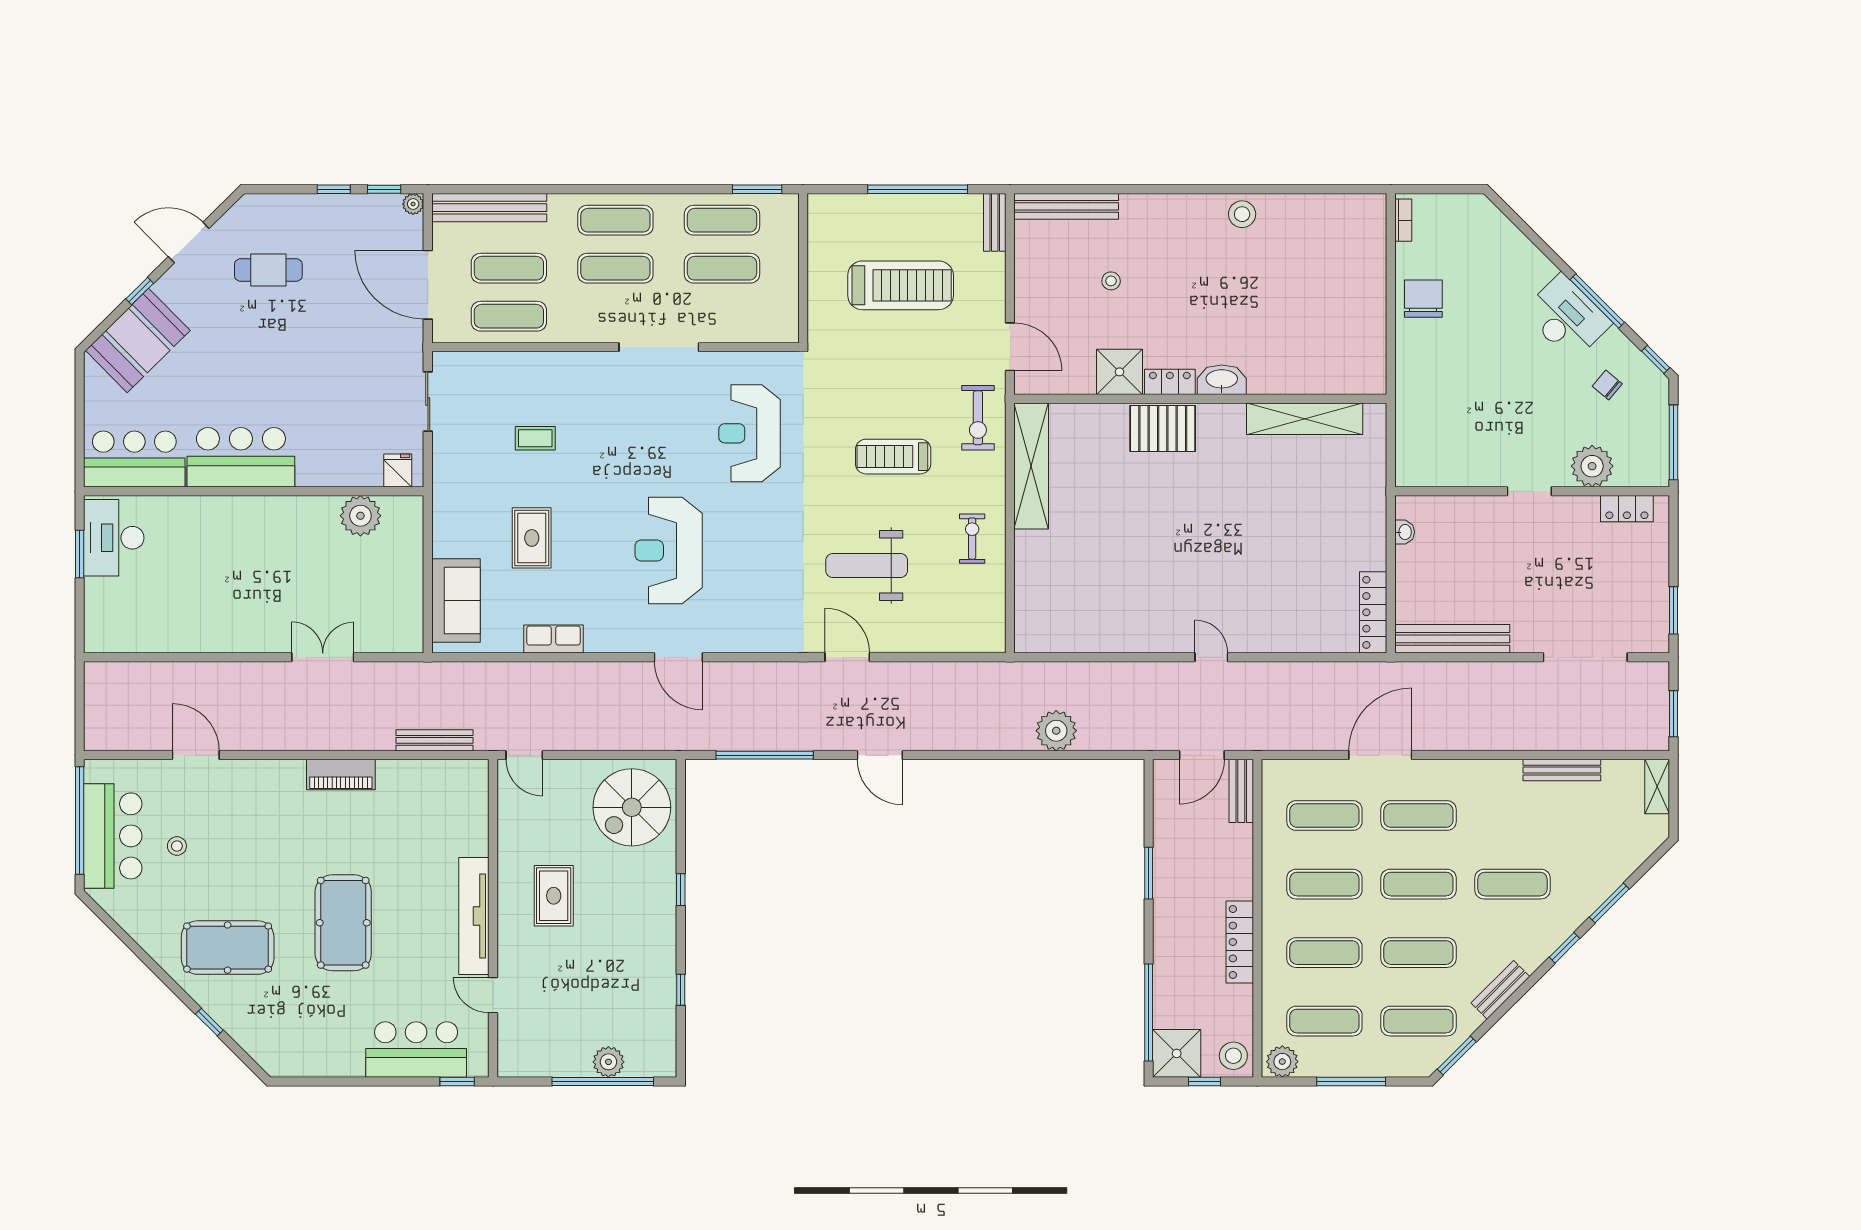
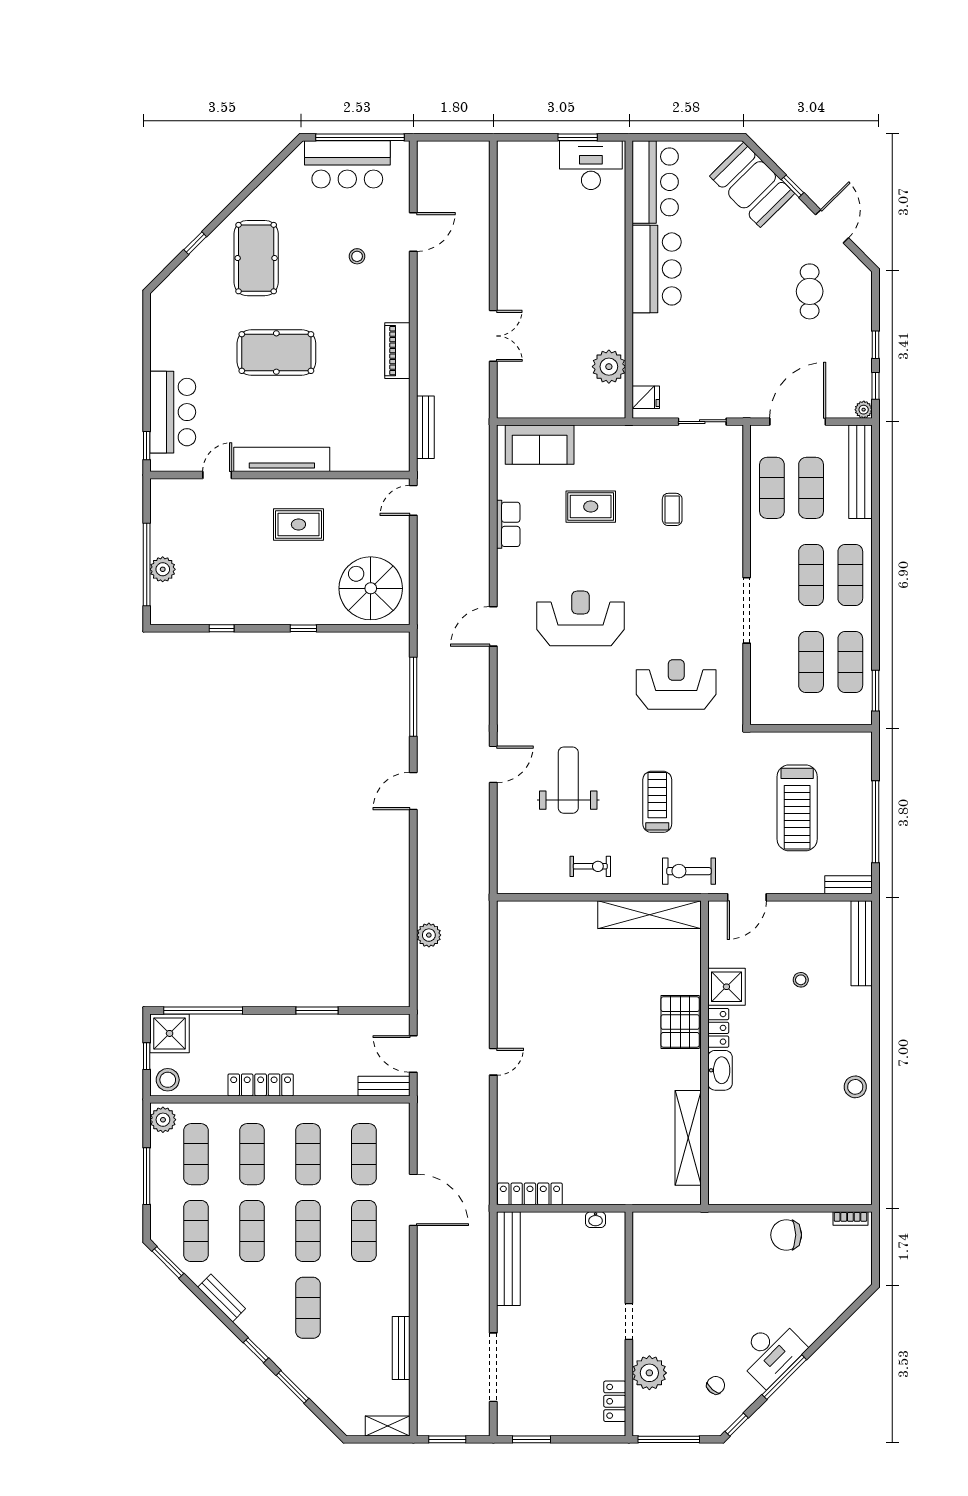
chair: (1423, 299) -> (786, 1235), turned 180
plant: (1056, 731) -> (429, 935), width x0.73, depth x0.73
stool: (177, 846) -> (357, 256), moved

